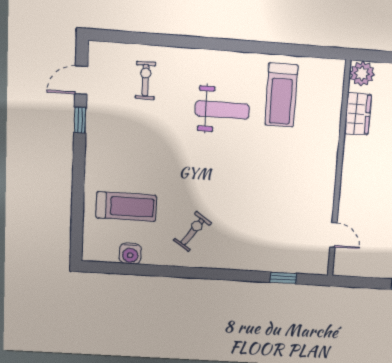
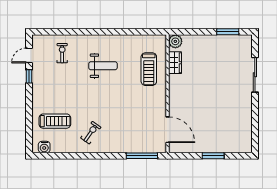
treadmill: (281, 95) -> (149, 69), moved
door: (333, 235) -> (167, 130), width x1.87
water cooler: (130, 254) -> (44, 147), moved
window: (283, 278) -> (142, 156), width x2.17

